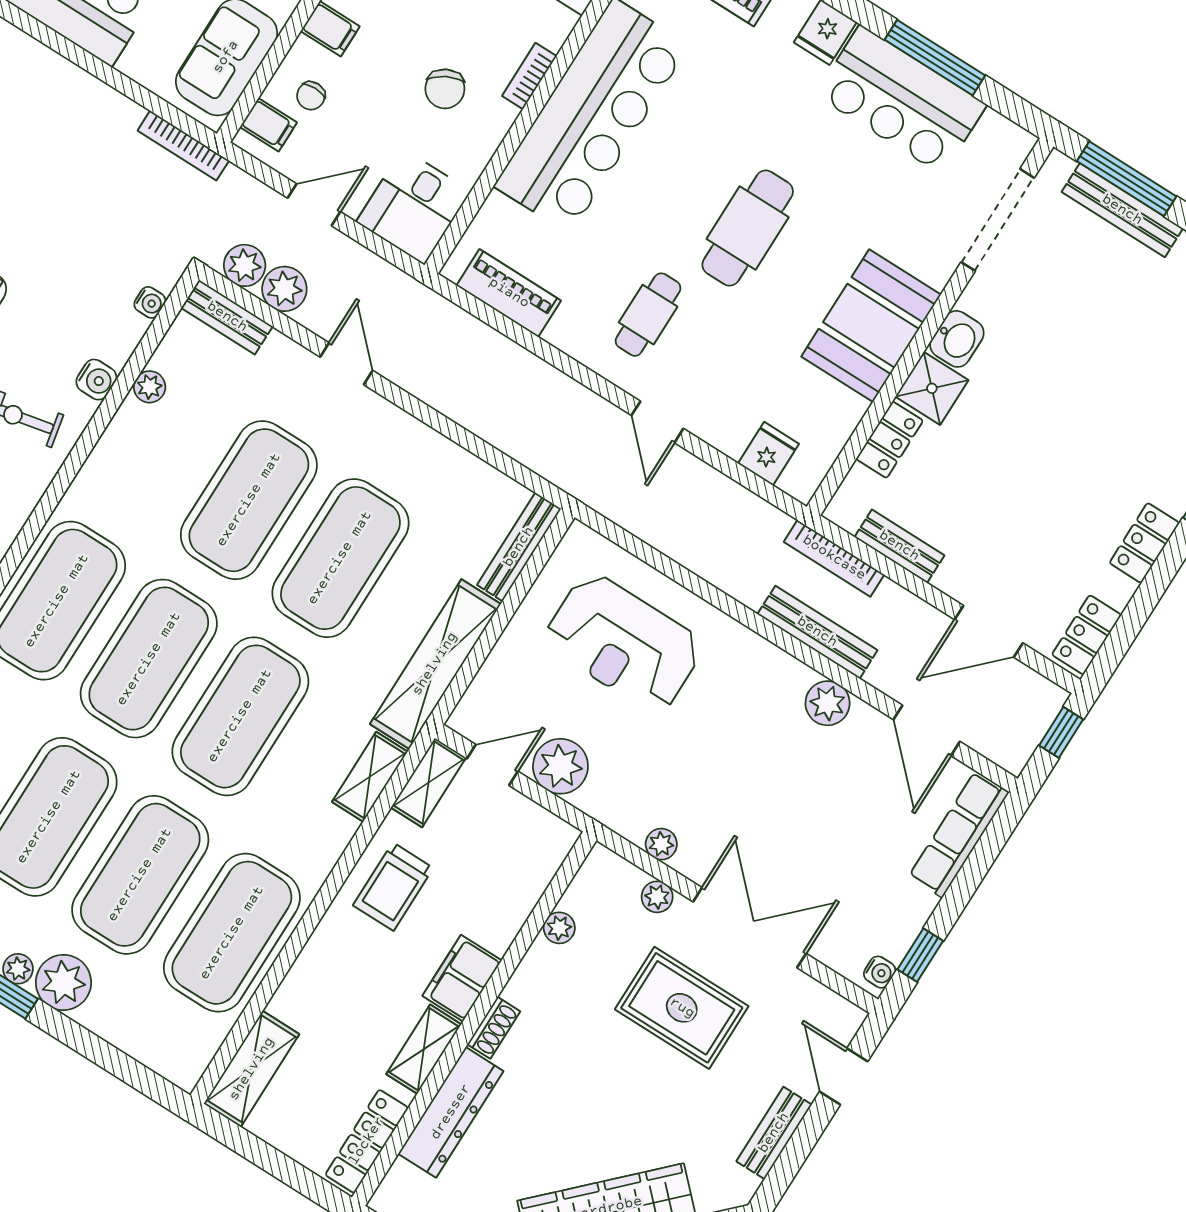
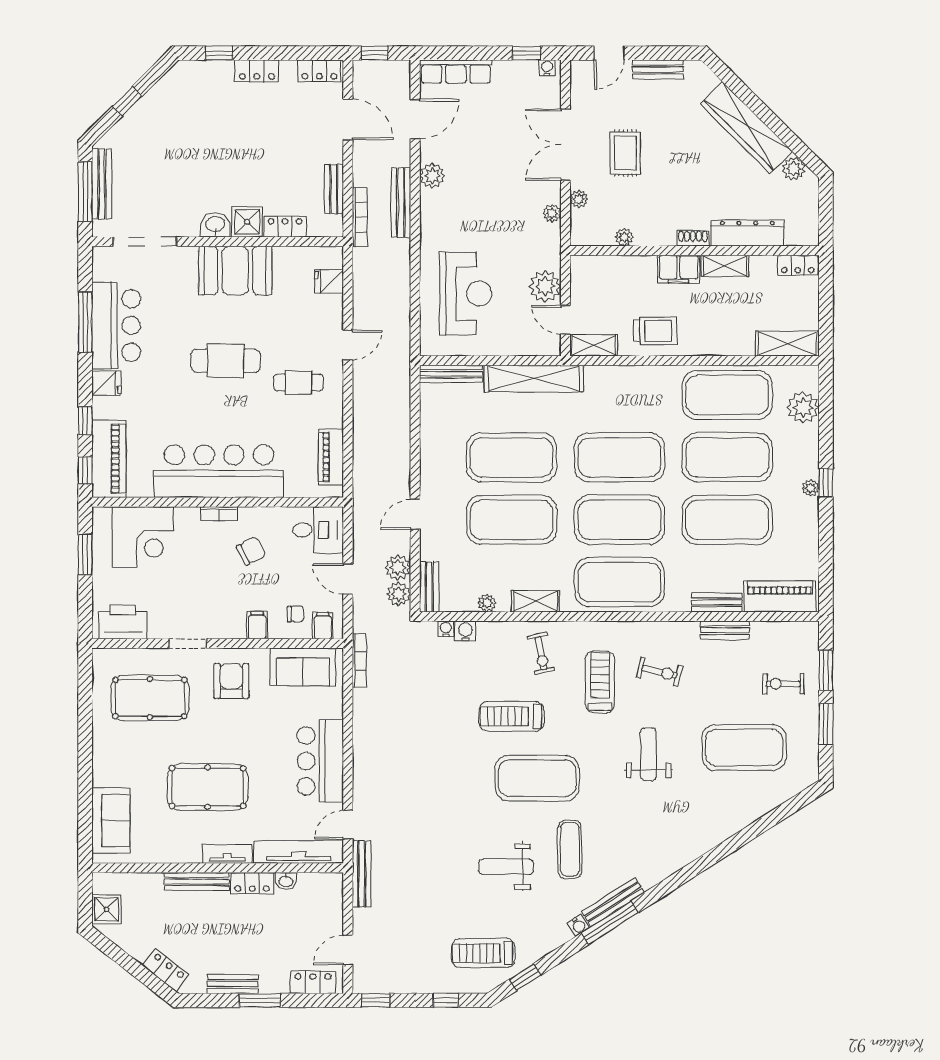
water cooler: (96, 380) -> (465, 631), moved
shelving: (370, 777) -> (535, 601), moved
plant: (63, 982) -> (803, 408), moved
rug: (682, 1008) -> (625, 153), width x0.73, depth x0.70
locker: (367, 1141) -> (798, 265), width x0.66

